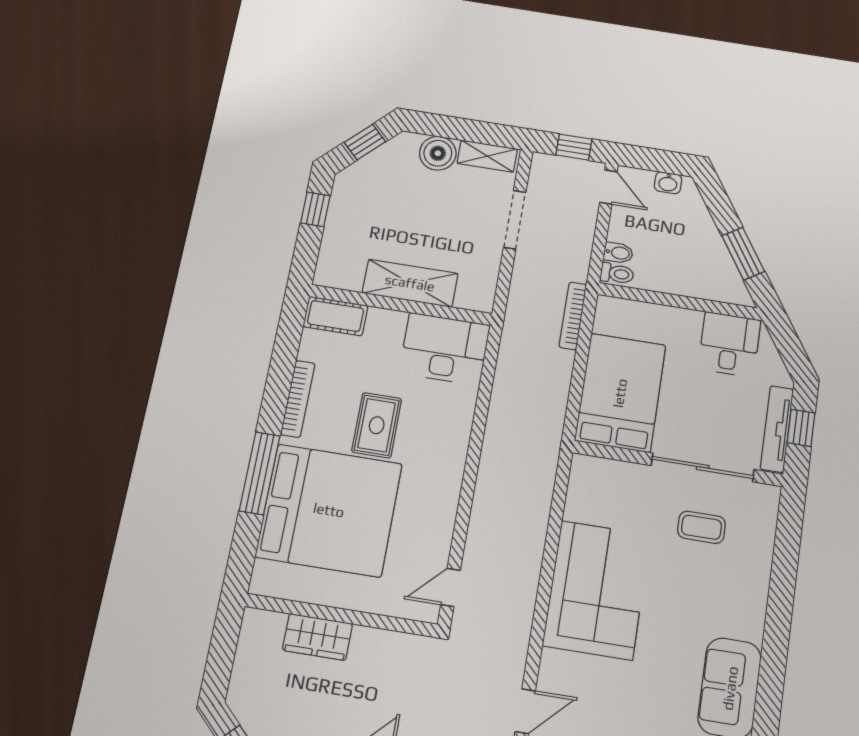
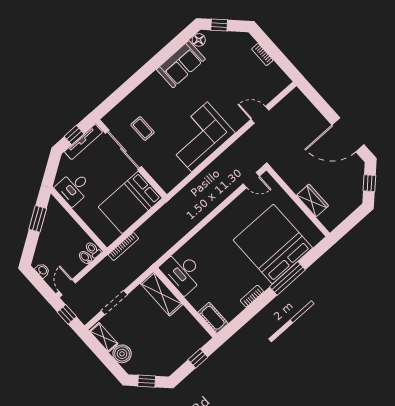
window: (315, 209) -> (198, 358), moved
shelving: (410, 283) -> (161, 294), moved
bookcase: (298, 399) -> (252, 296), width x0.64
rug: (377, 425) -> (231, 262), removed

